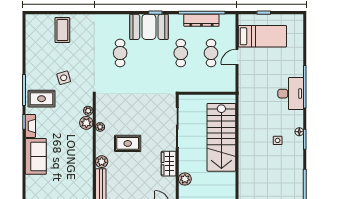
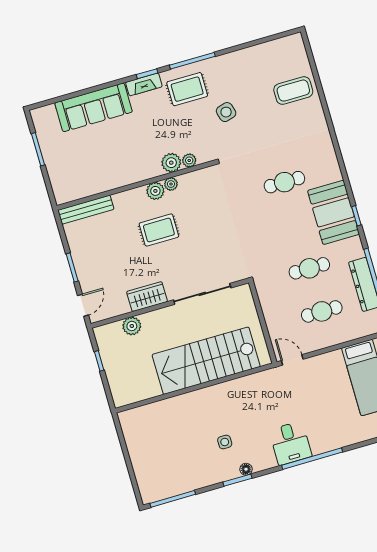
door: (237, 57) -> (292, 360), moved
desk: (291, 94) -> (290, 443), width x0.73
rug: (41, 99) -> (187, 89), turned 90
rug: (128, 143) -> (159, 230), turned 90
sofa: (36, 156) -> (94, 107), width x1.36
plant: (102, 162) -> (155, 191), moved

